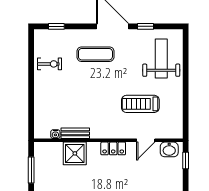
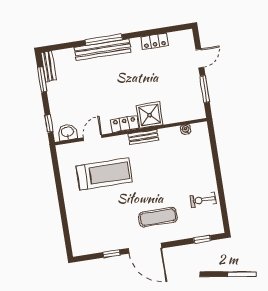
weight bench: (161, 58) -> (90, 223), removed
treadmill: (140, 104) -> (104, 174), width x1.37, depth x1.38
bench: (75, 133) -> (143, 137), moved
shower: (75, 153) -> (150, 115), moved

